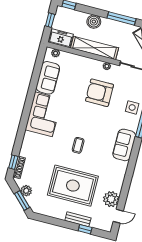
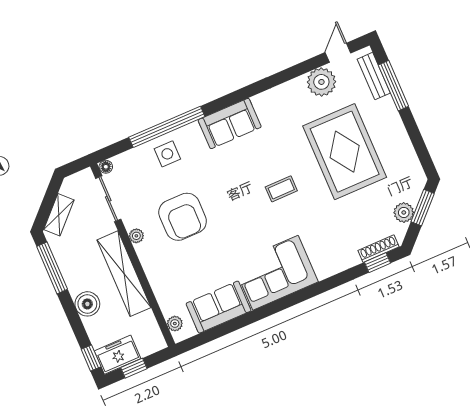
freezer: (61, 38) -> (118, 355), moved, turned 90
door: (118, 216) -> (338, 53), hinge flipped
bench: (78, 219) -> (374, 76), moved
window: (85, 229) -> (393, 86), width x2.17

